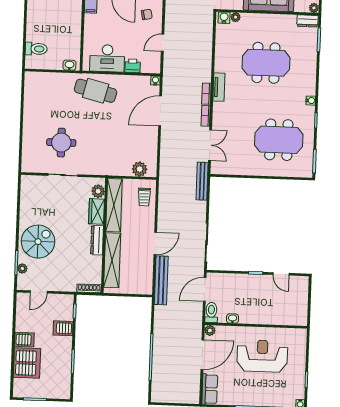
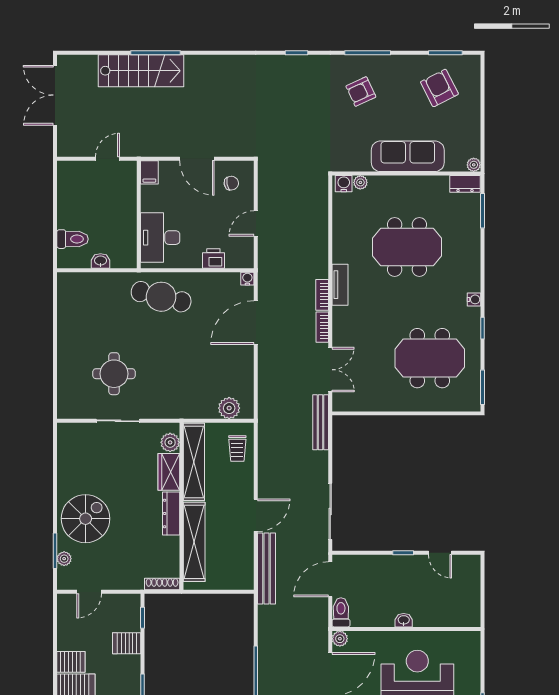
desk: (107, 58) -> (160, 238), moved, turned 90
washbasin: (69, 65) -> (101, 261), moved
washbasin: (232, 319) -> (404, 620), moved

